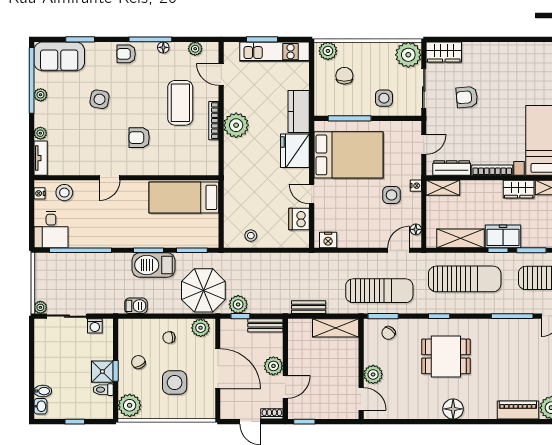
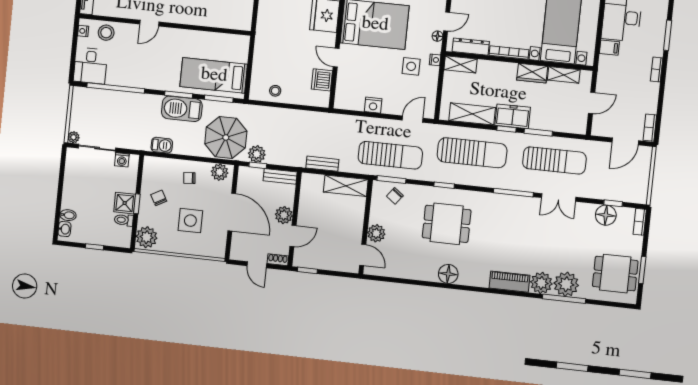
bed: (184, 197) -> (214, 75), moved
floor lamp: (416, 229) -> (437, 36), moved
nightstand: (328, 240) -> (373, 105), moved

